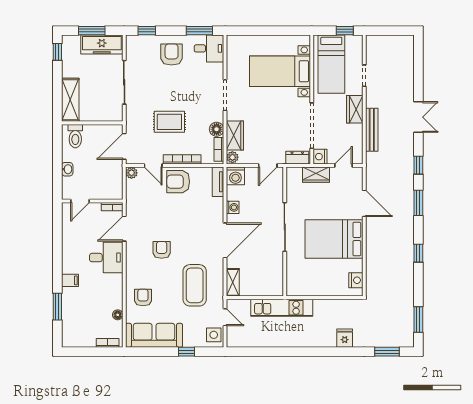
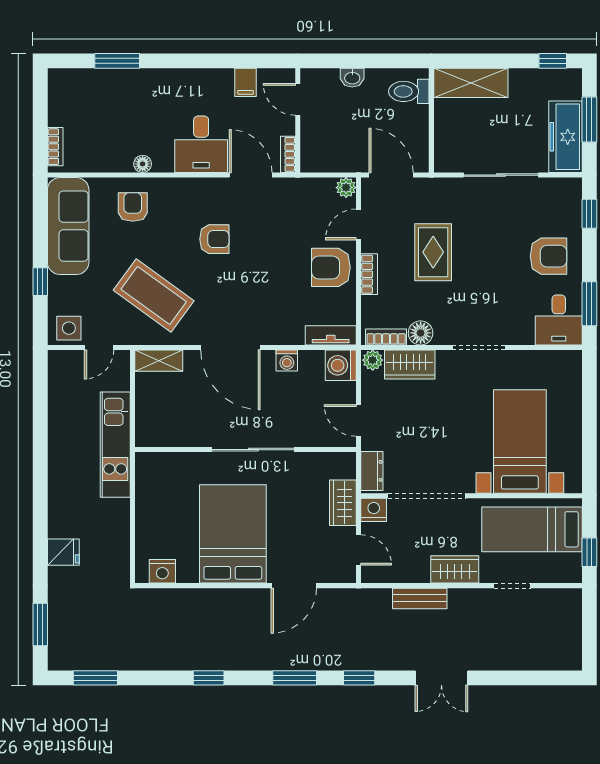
bench: (372, 130) -> (420, 598), width x0.73
bookcase: (182, 159) -> (369, 274), width x0.64
armchair: (178, 182) -> (331, 267), turned -90
filing cabinet: (70, 280) -> (246, 82), moved
coffee table: (195, 285) -> (154, 296), turned 36
armchair: (143, 298) -> (133, 207), turned -90
floor lamp: (118, 315) -> (143, 164), moved

